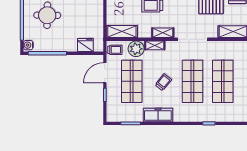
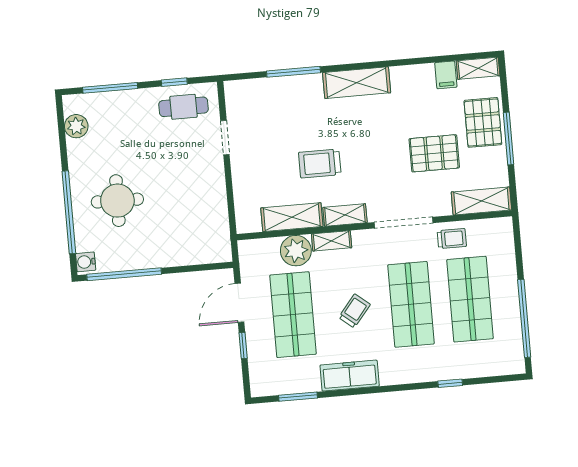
shelving: (122, 32) -> (292, 217), moved
fridge: (85, 45) -> (197, 252), removed
trolley: (115, 50) -> (452, 239), moved

